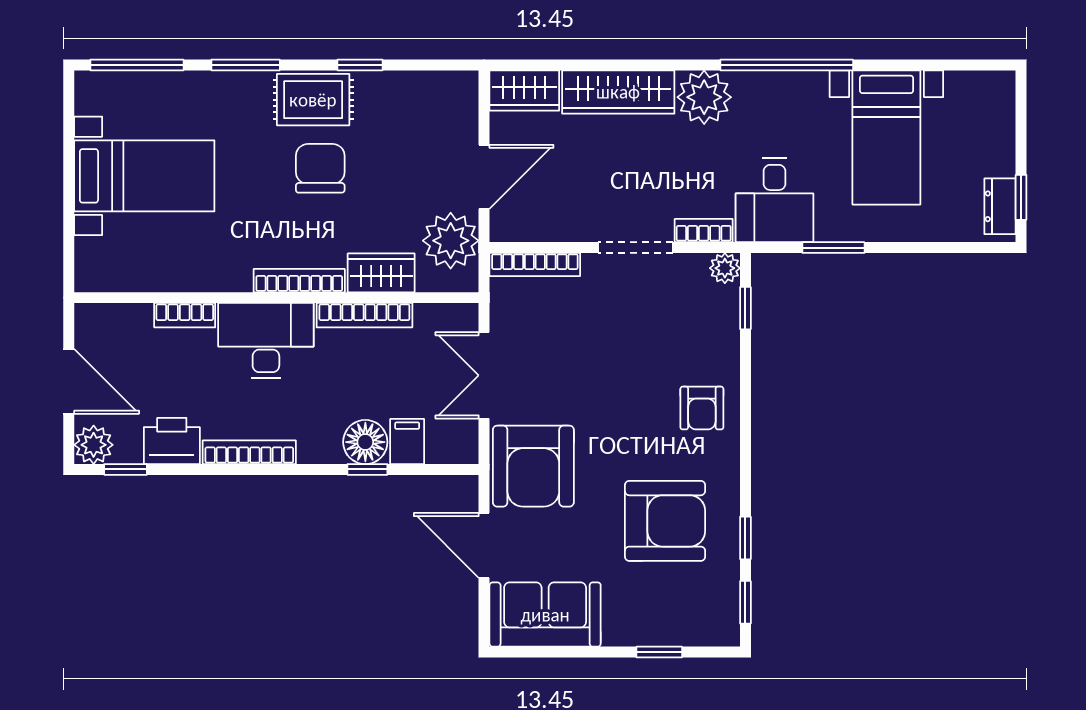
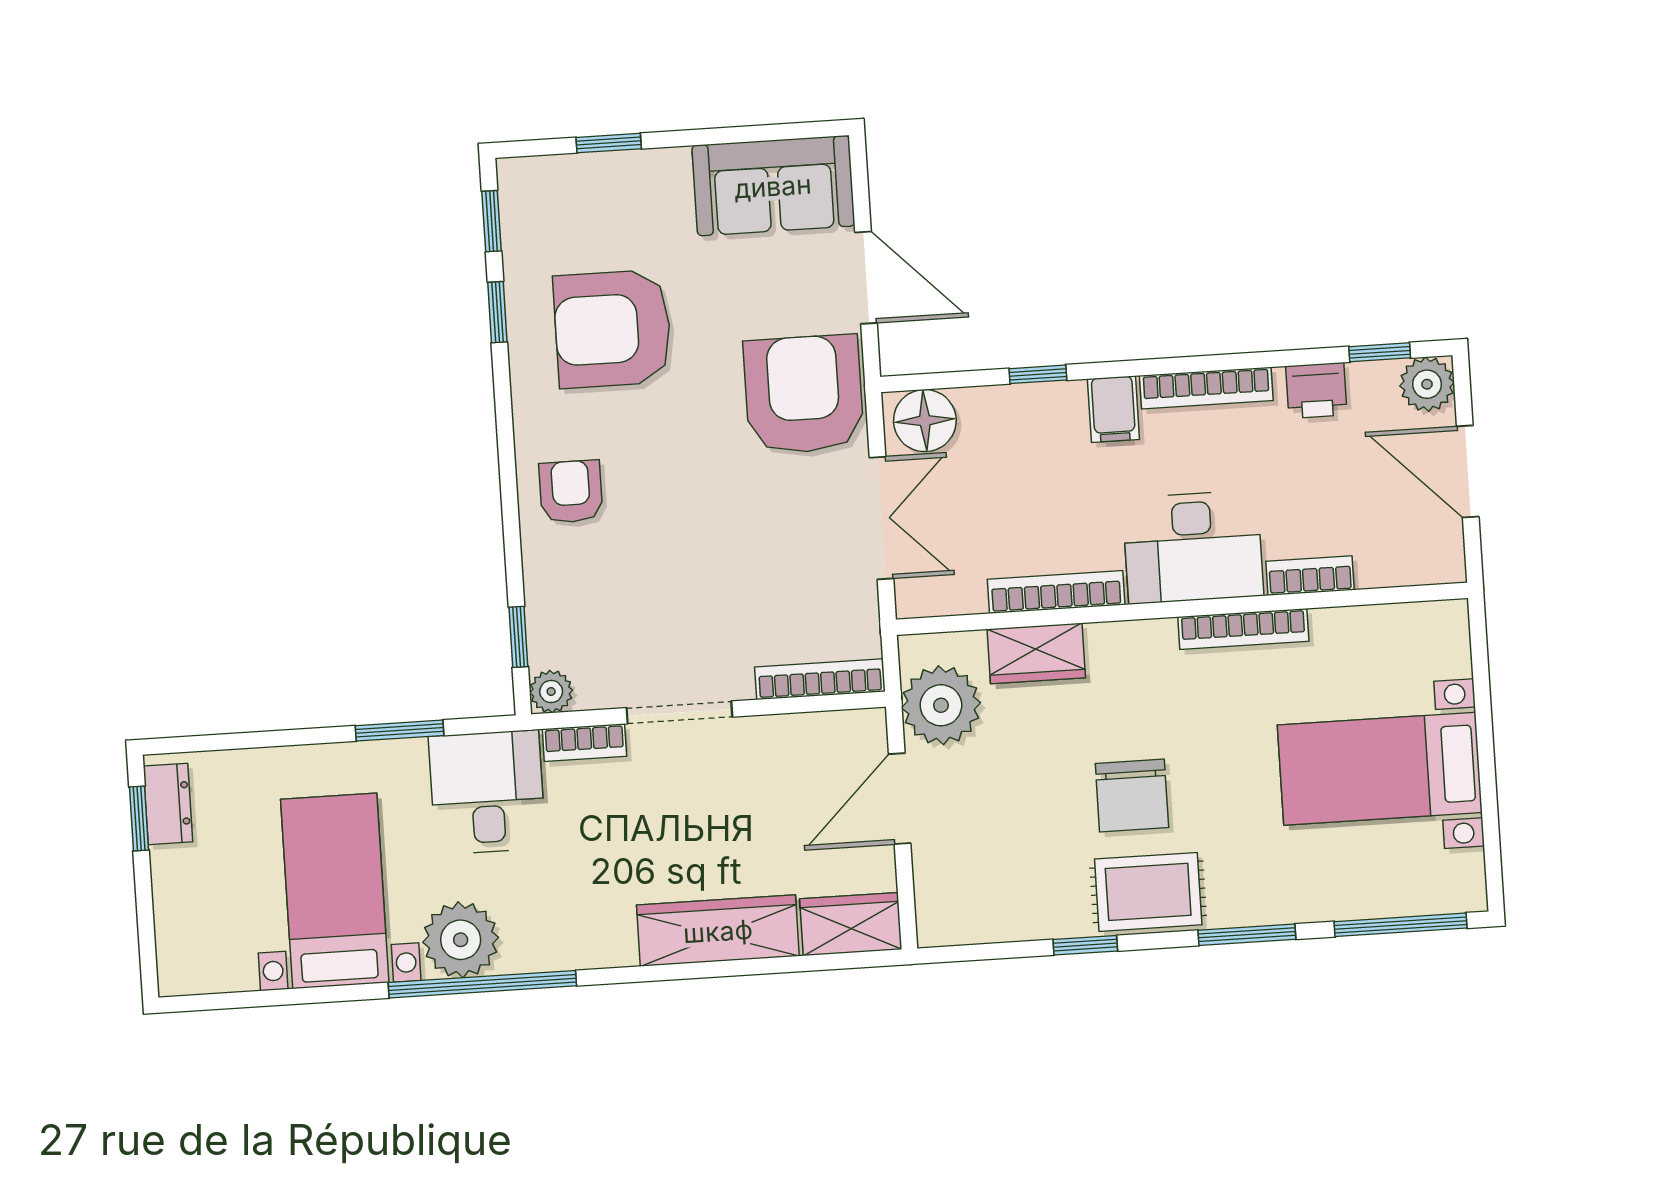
plant: (704, 97) -> (461, 940), moved
bookcase: (299, 281) -> (1243, 629), moved
printer: (172, 441) -> (1316, 390), width x0.73, depth x0.81
filing cabinet: (407, 441) -> (1113, 409), moved
floor lamp: (365, 442) -> (925, 421), moved

